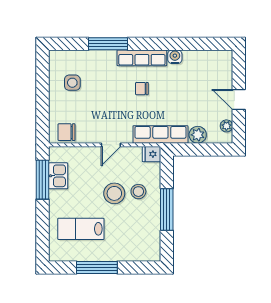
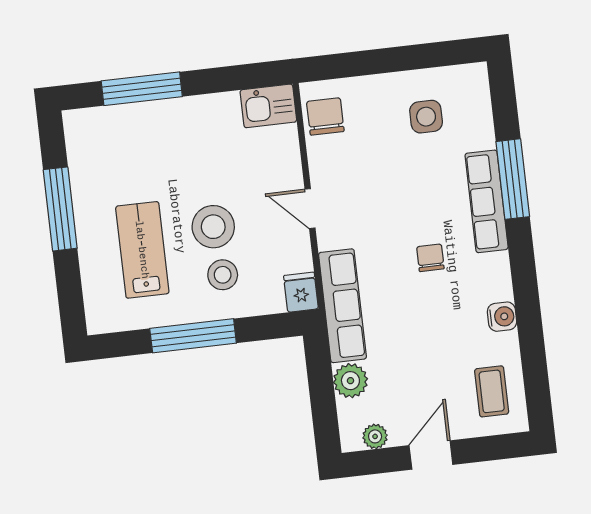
row of seats: (142, 58) -> (487, 201), moved
coffee table: (211, 66) -> (492, 391), added
kitchen sink: (58, 176) -> (268, 106), moved
window: (42, 180) -> (142, 89), moved
lab bench: (81, 229) -> (142, 250), moved

